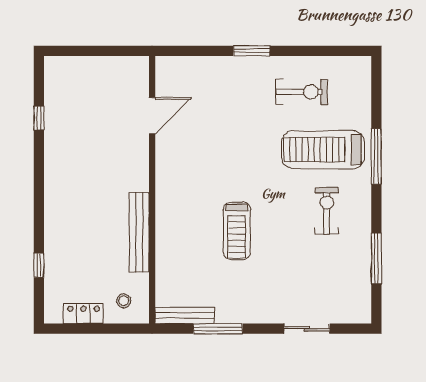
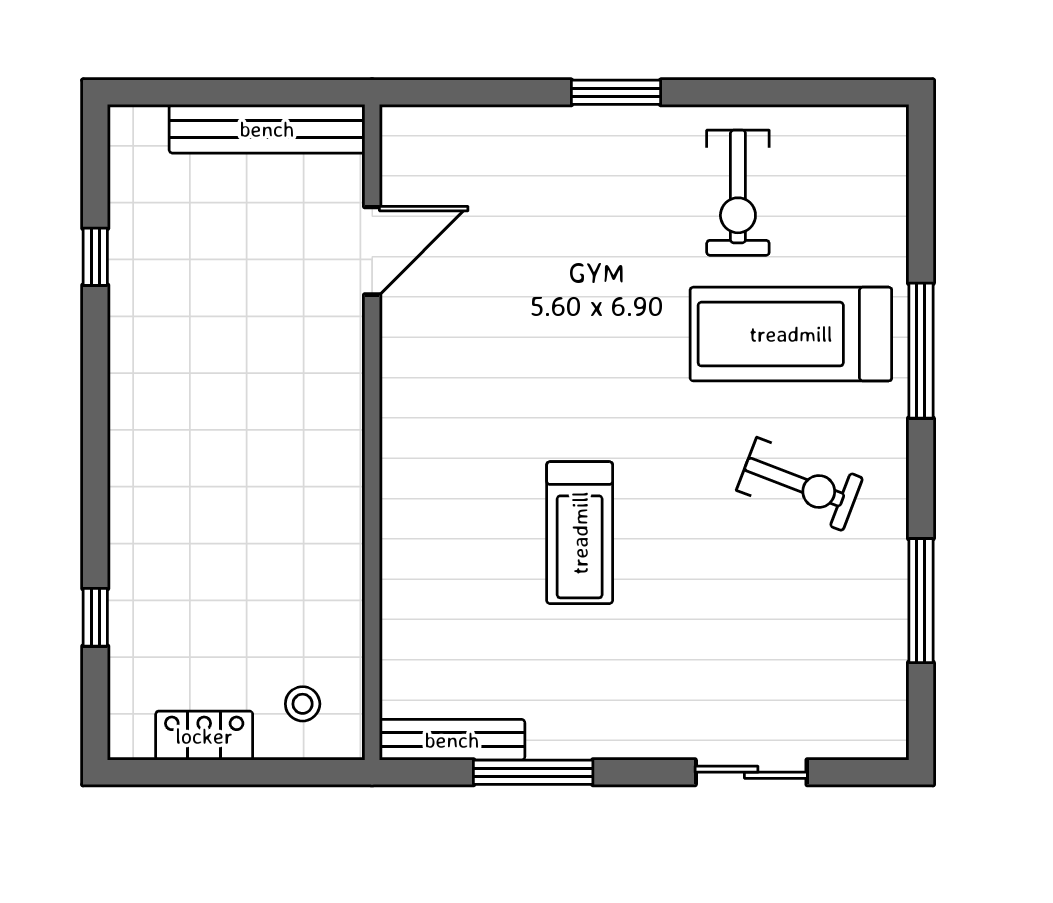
exercise bike: (302, 92) -> (738, 193), turned 90
exercise bike: (327, 211) -> (800, 484), turned 111
bench: (139, 232) -> (267, 129), moved, turned 90

